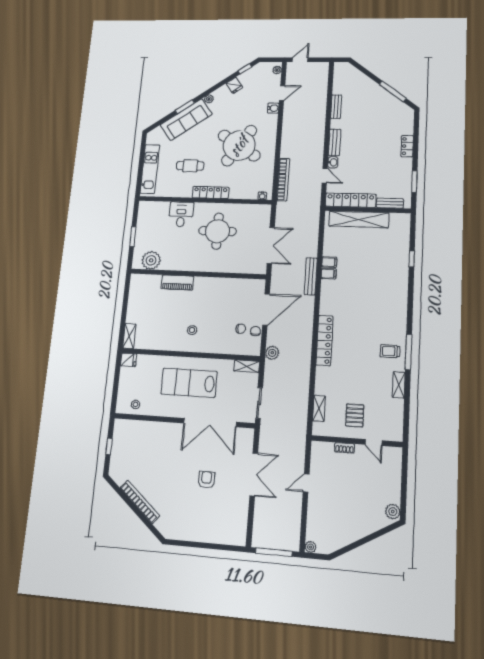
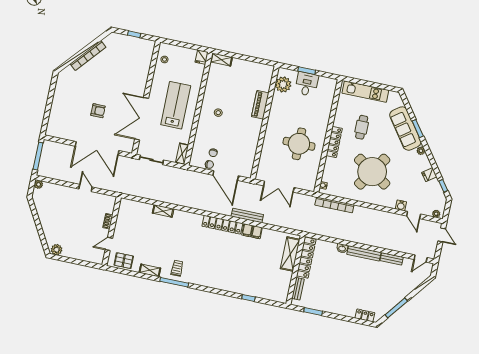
bench: (335, 142) -> (364, 253), width x1.36
locker: (407, 146) -> (365, 315), moved
door: (325, 176) -> (421, 259), moved
desk: (181, 214) -> (307, 84), moved, turned -90
shelving: (359, 219) -> (290, 254), width x0.68
locker: (324, 340) -> (222, 225), moved
plant: (272, 353) -> (190, 176), removed
shelving: (319, 408) -> (163, 211), moved
pallet: (355, 415) -> (124, 261), moved
double door: (254, 474) -> (97, 148), width x1.36

